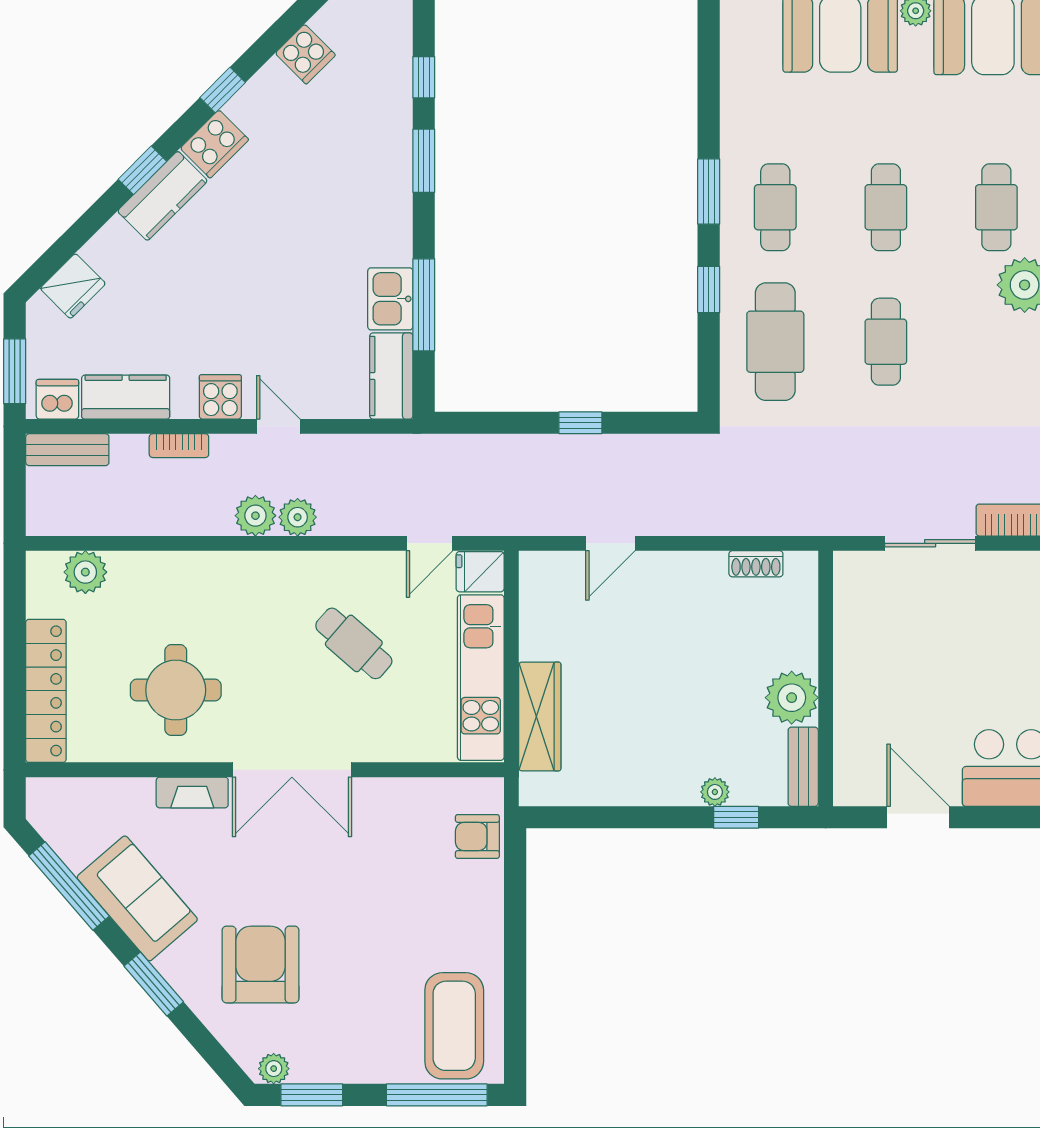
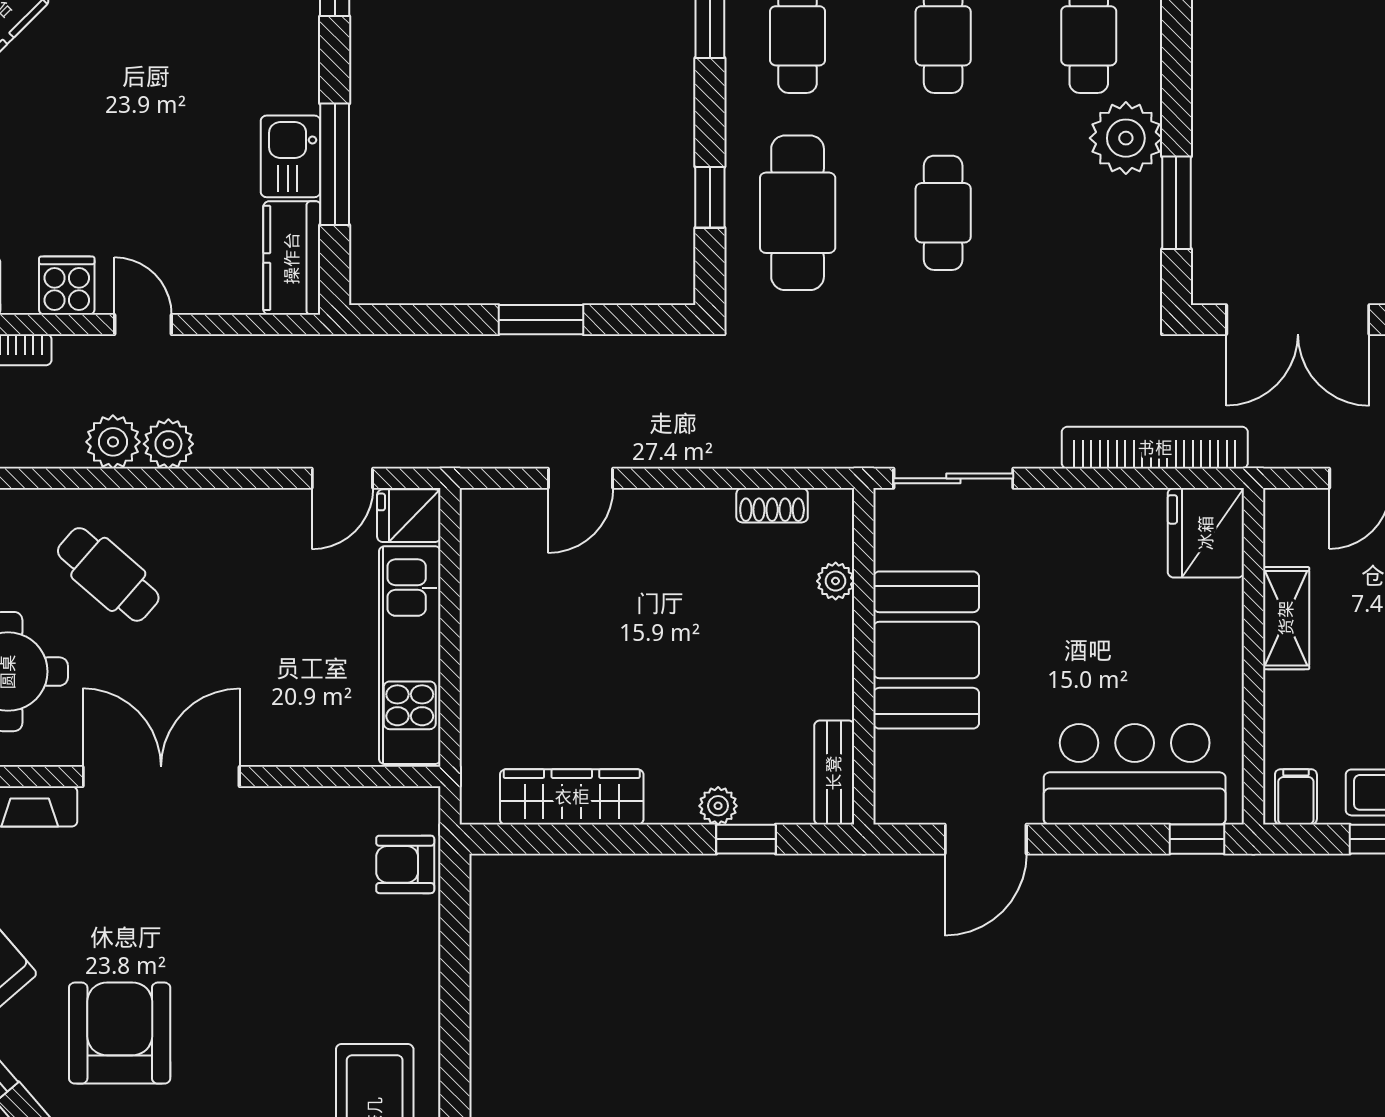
window: (709, 289) -> (710, 197), moved
window: (580, 423) -> (541, 320), width x1.50
sliding door: (930, 543) -> (953, 478), moved
cafe table: (354, 643) -> (108, 574), moved
booth: (873, 674) -> (926, 650), added
plant: (792, 698) -> (836, 581), moved, width x0.53, depth x0.53
wardrobe: (540, 716) -> (572, 797), moved, turned -90
double door: (292, 770) -> (161, 777), swing flipped
door: (918, 817) -> (986, 839), swing flipped

